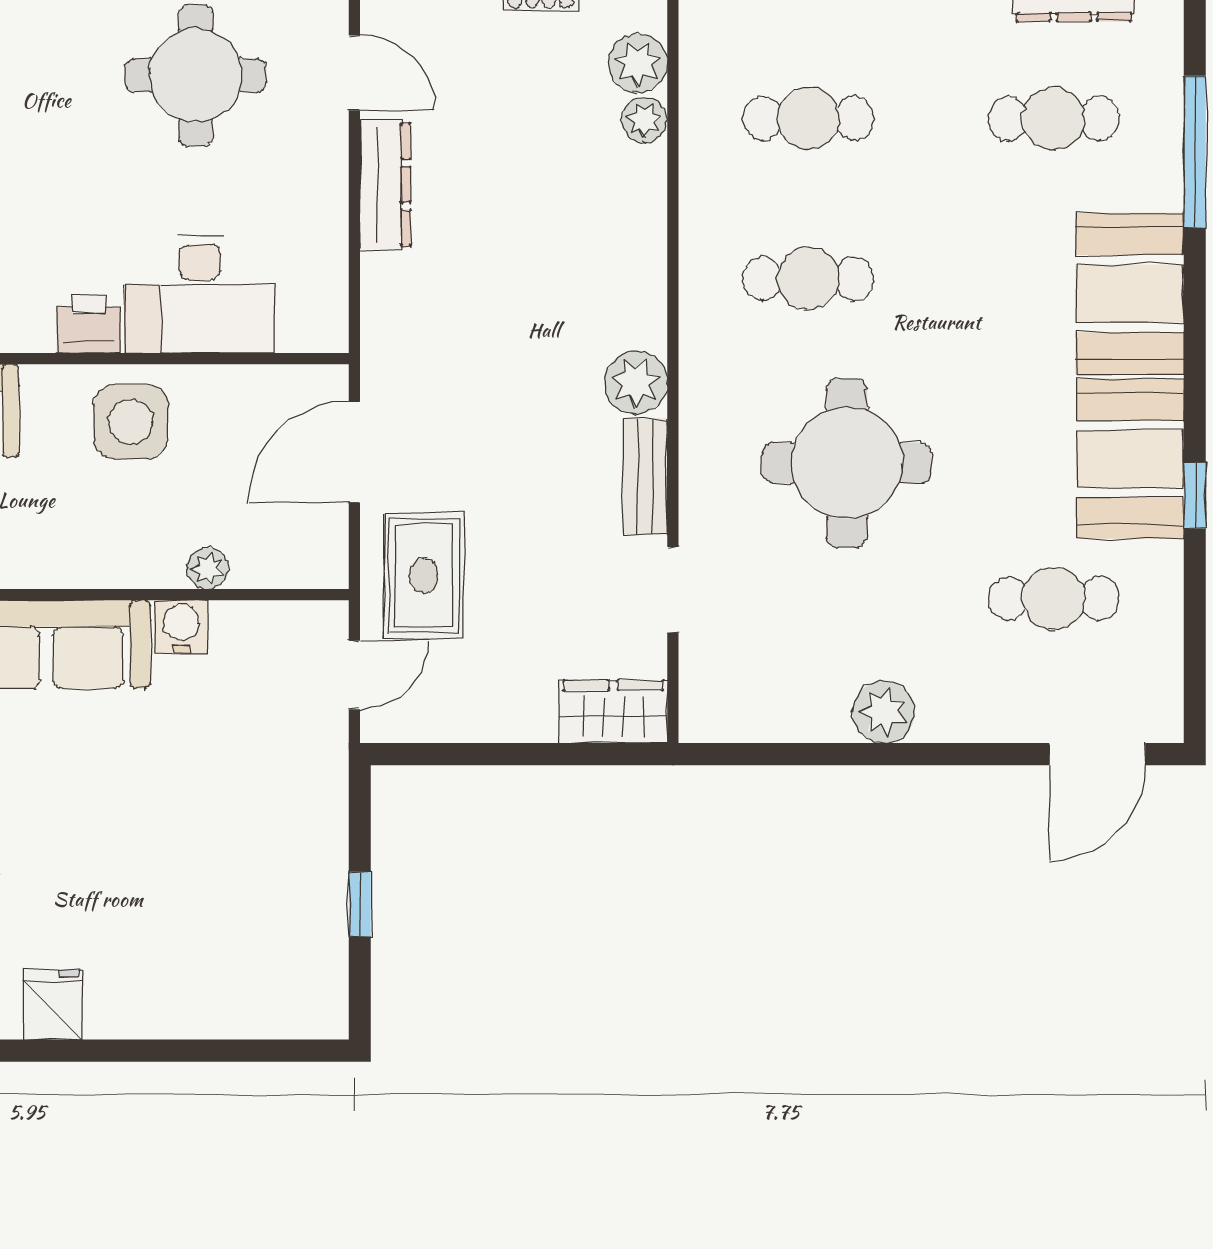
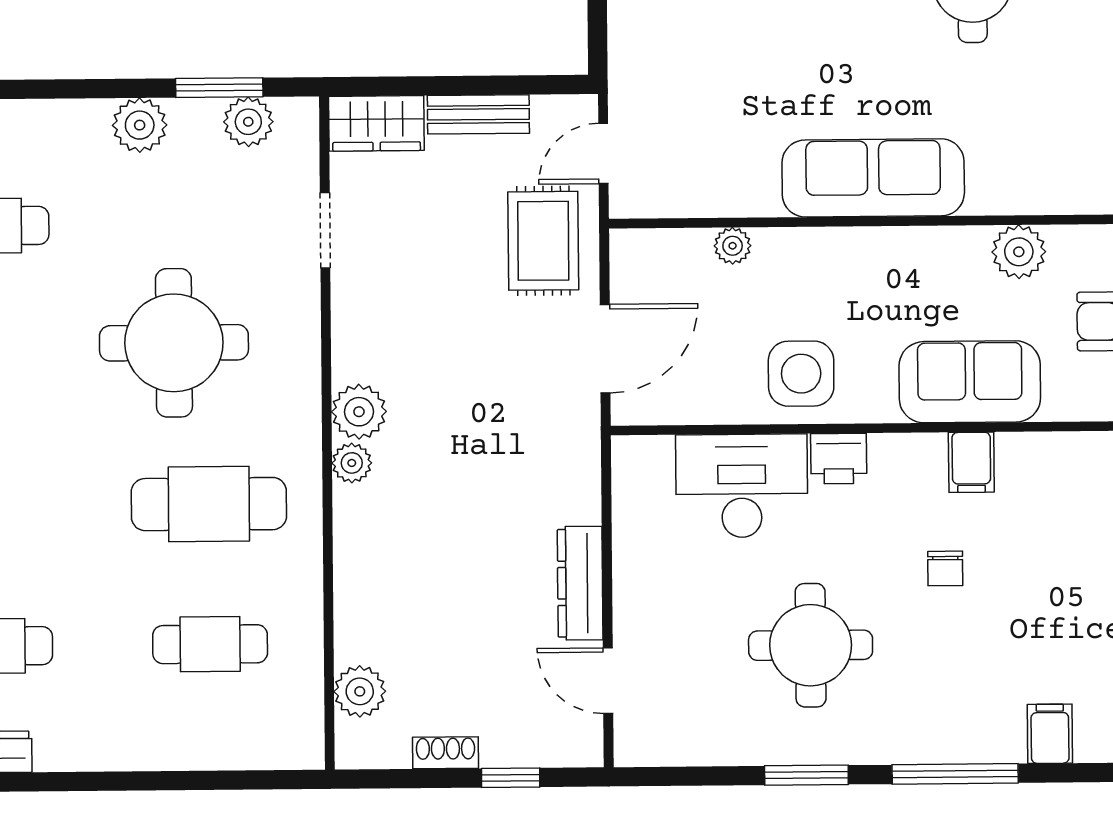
round table: (196, 75) -> (811, 645), moved
plant: (645, 120) -> (352, 463), moved
cafe table: (808, 279) -> (209, 504), width x1.37, depth x1.35
bench: (645, 476) -> (478, 114), moved, turned 90
water cooler: (181, 627) -> (755, 194), removed
plant: (759, 715) -> (248, 122), added
window: (792, 754) -> (219, 88), added

